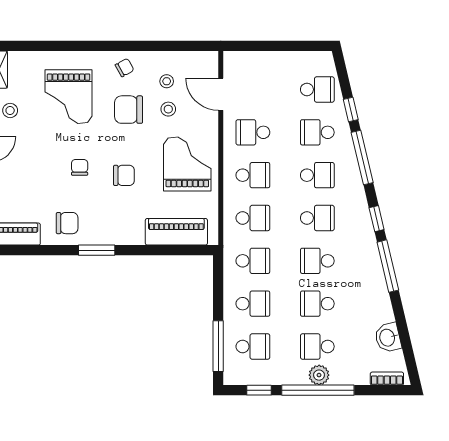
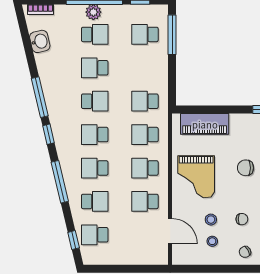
chair: (129, 110) -> (242, 219), width x0.54, depth x0.54
window: (351, 110) -> (74, 240), moved
school desk: (253, 132) -> (145, 201), turned 180
school desk: (253, 304) -> (145, 68), removed
school desk: (317, 304) -> (95, 68), turned 180

